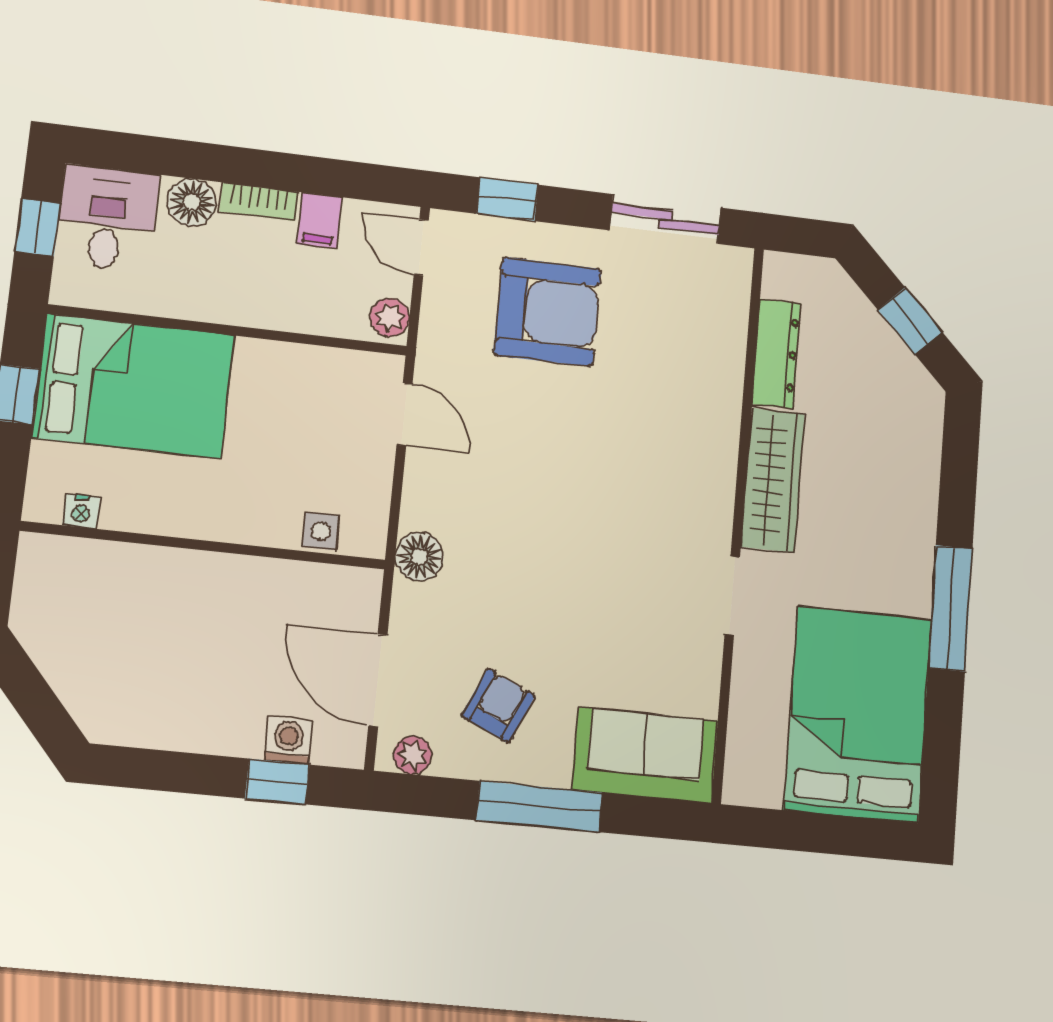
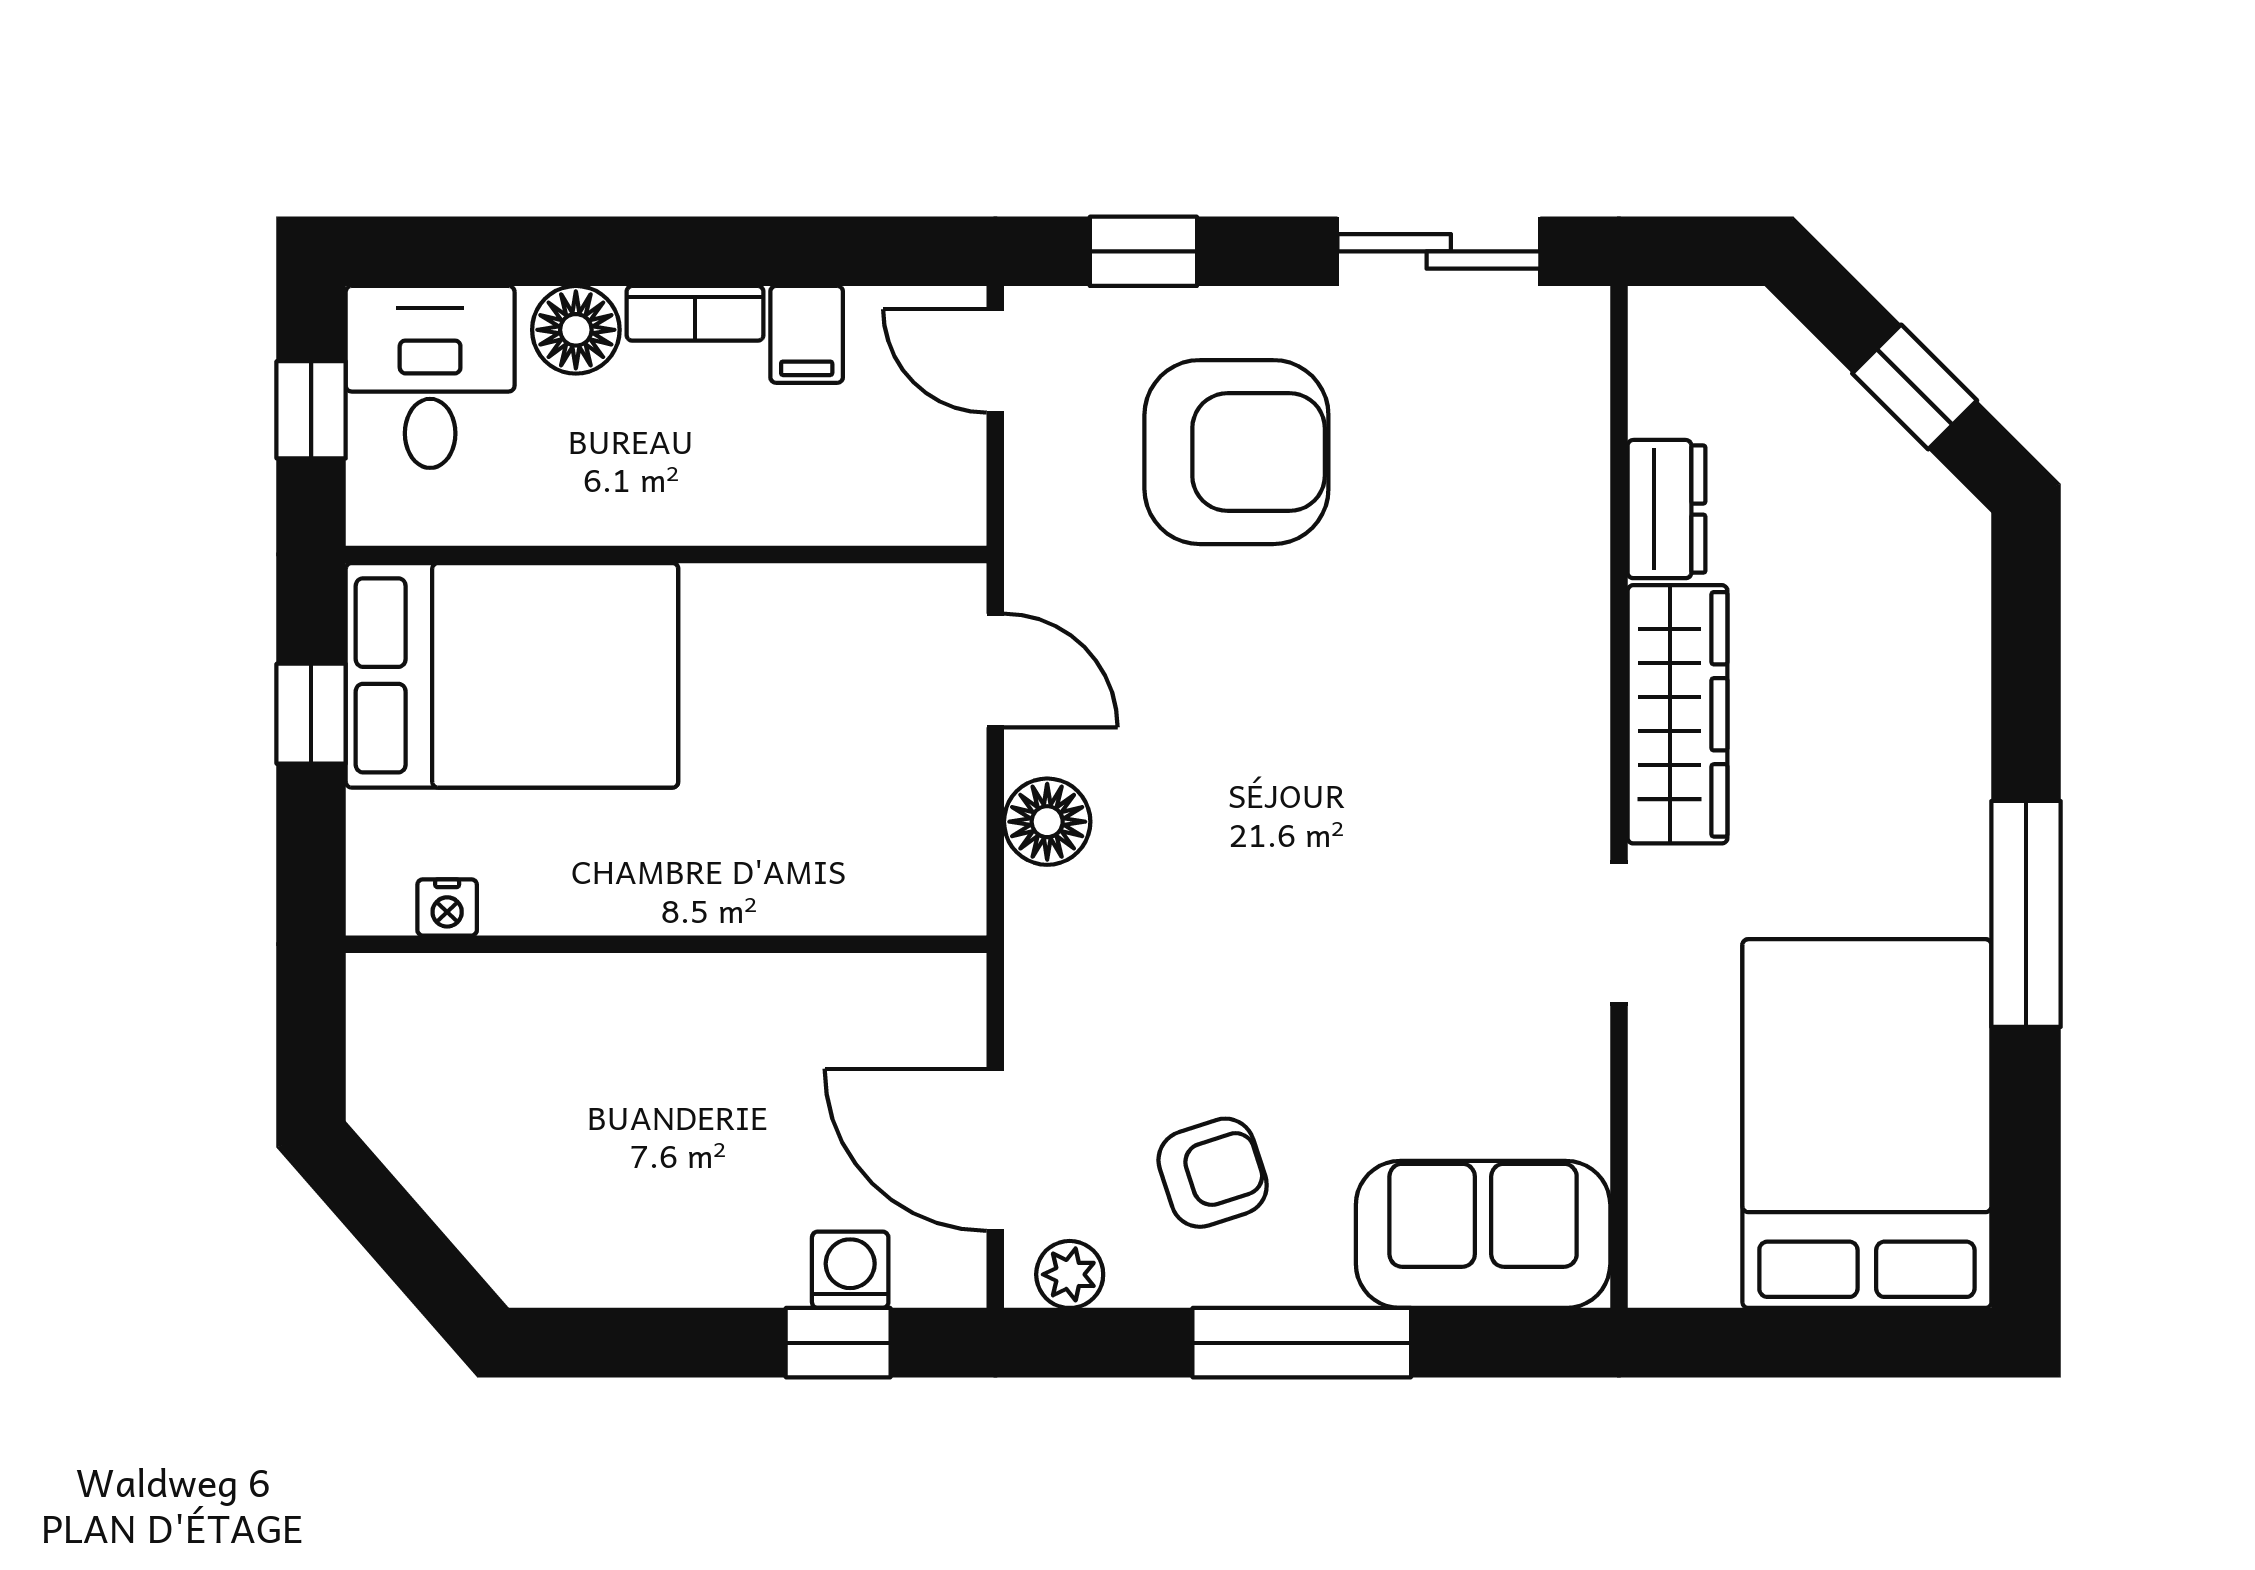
plant: (390, 317) -> (951, 497), removed
dresser: (776, 354) -> (1666, 509), width x0.70
side table: (321, 531) -> (868, 897), removed
floor lamp: (419, 557) -> (1047, 822), moved
armchair: (498, 705) -> (1213, 1173), turned 48

